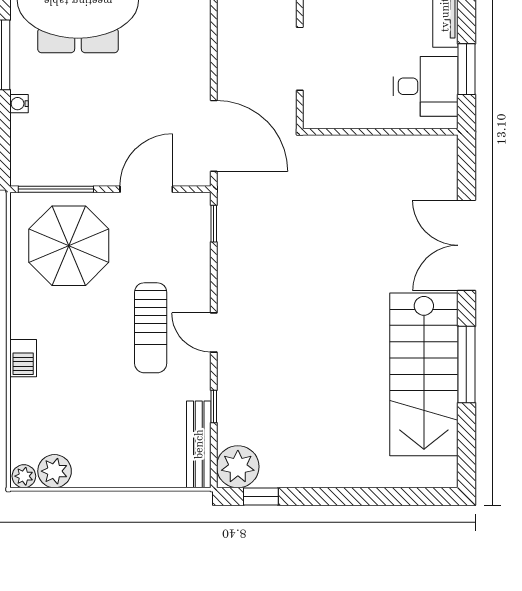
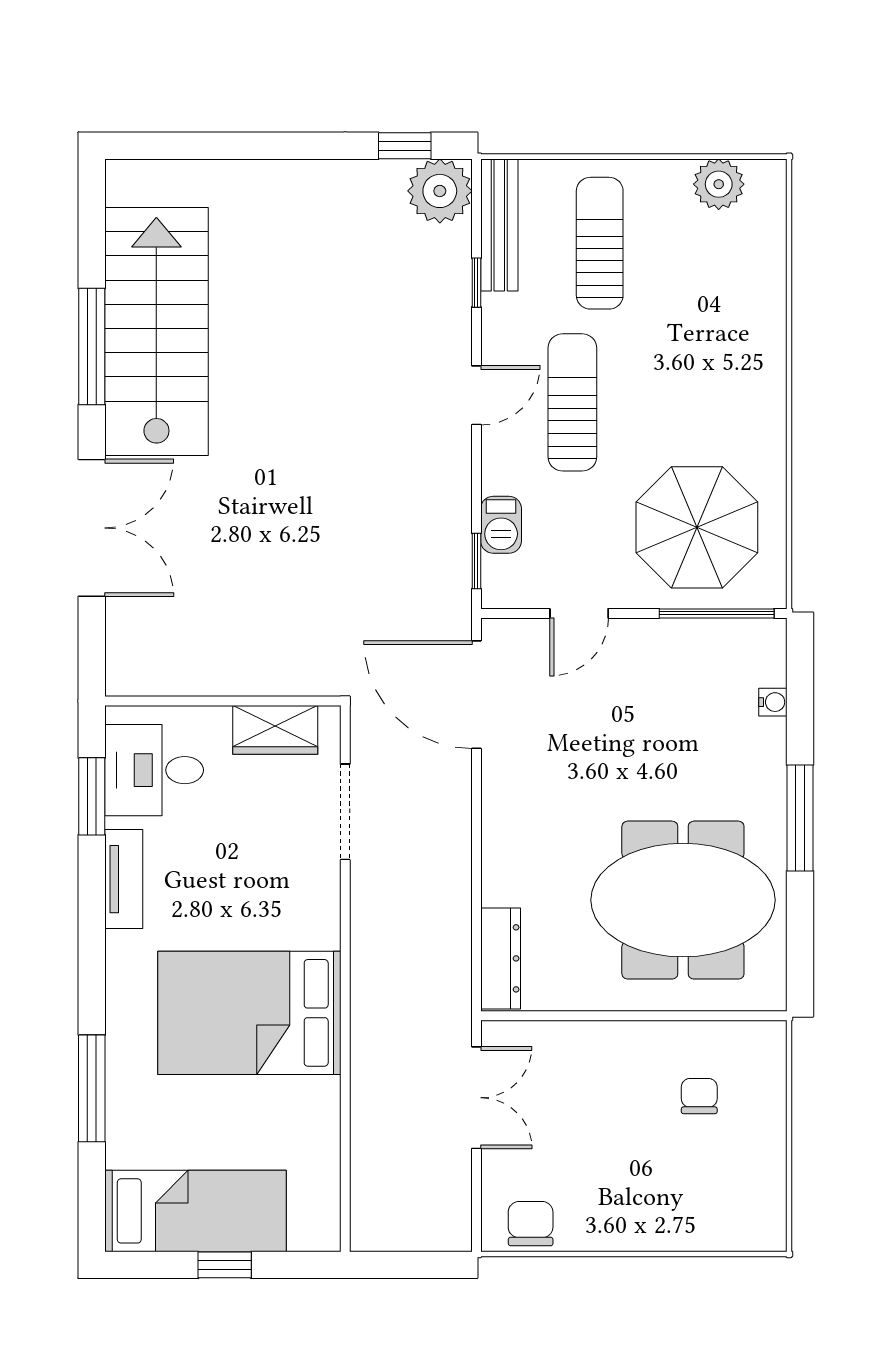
water cooler: (19, 104) -> (773, 702), moved
wardrobe: (346, 113) -> (275, 730), added
door: (146, 189) -> (579, 613), width x0.73
door: (214, 333) -> (476, 395), hinge flipped
barbecue: (23, 358) -> (501, 525), moved, turned 180
sun lounger: (133, 432) -> (600, 243), added
plant: (24, 476) -> (765, 177), removed

